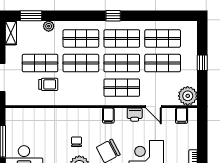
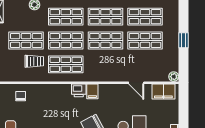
shop shelf: (122, 88) -> (66, 64), moved
plant: (188, 96) -> (174, 77), width x0.53, depth x0.53
printer: (135, 115) -> (79, 90), moved
filing cabinet: (182, 116) -> (163, 92), width x2.00
chair: (76, 142) -> (21, 96), moved

